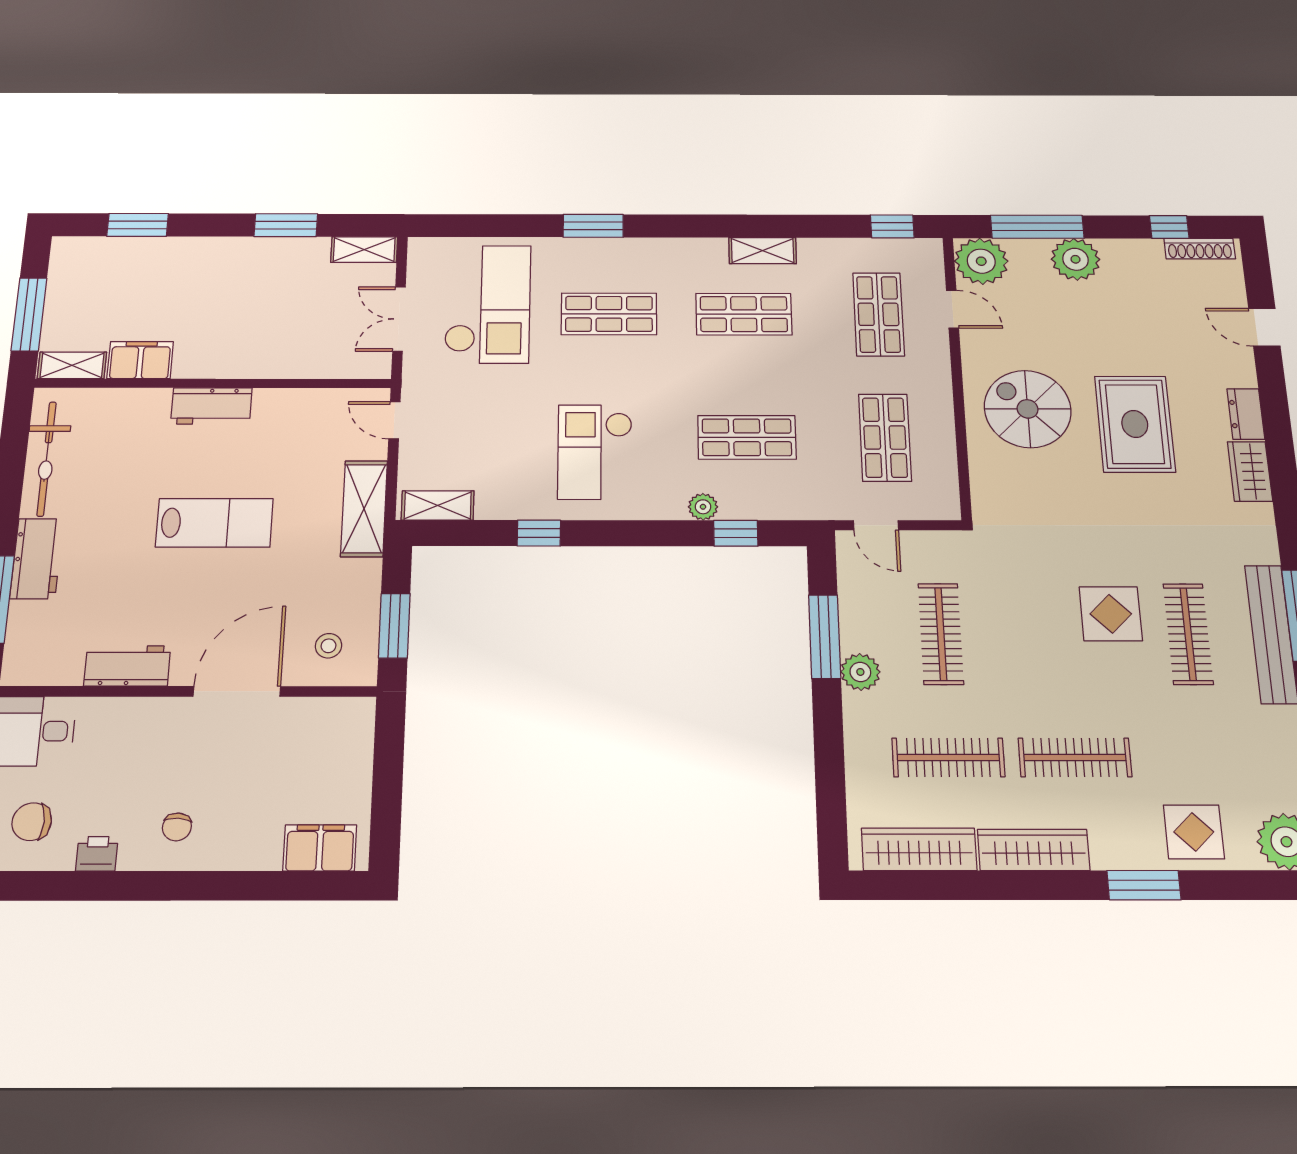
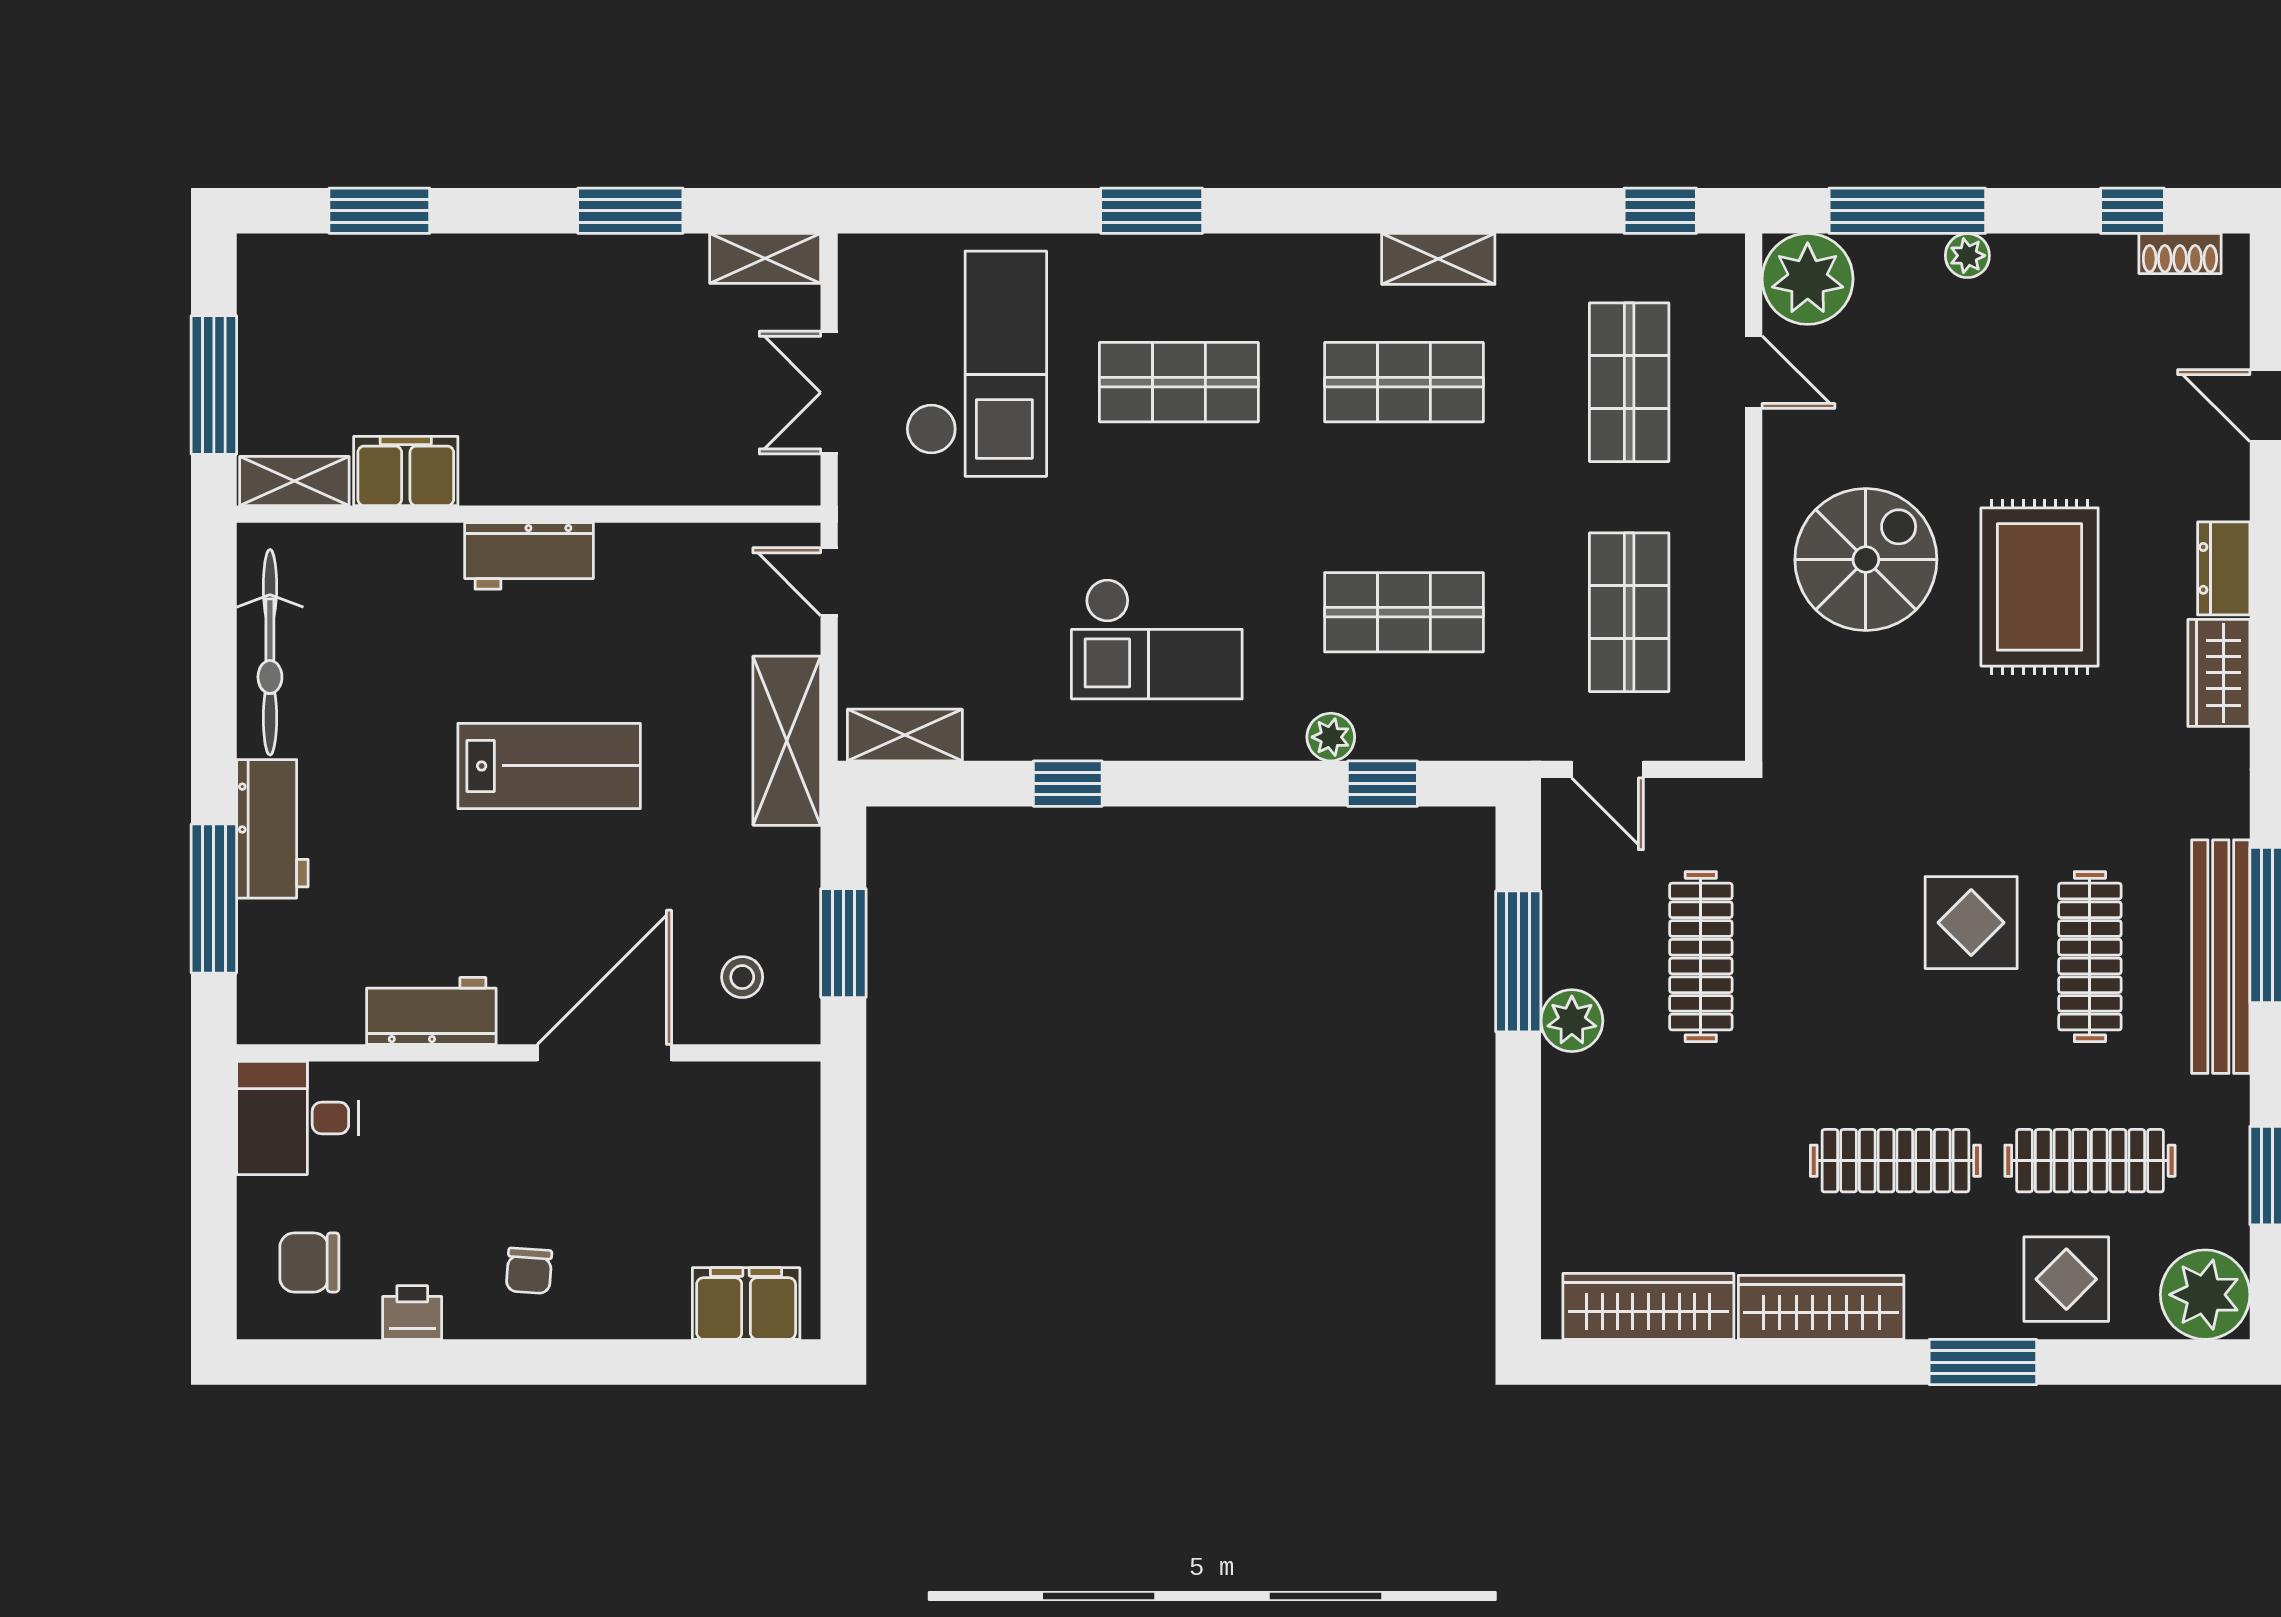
shoe rack: (1200, 249) -> (2180, 254), width x0.70
plant: (1075, 259) -> (1967, 256), width x0.53, depth x0.53
spiral stairs: (1028, 409) -> (1866, 560), turned 90
checkout: (595, 452) -> (1157, 639), turned -90
clothes rail: (948, 757) -> (2090, 1161), moved

